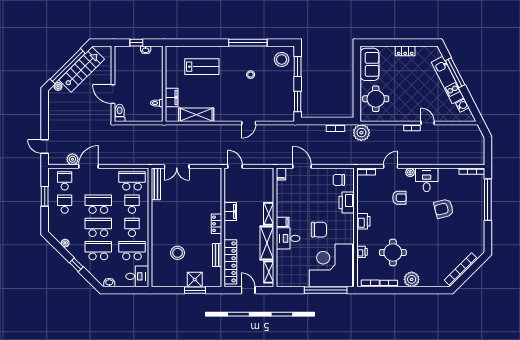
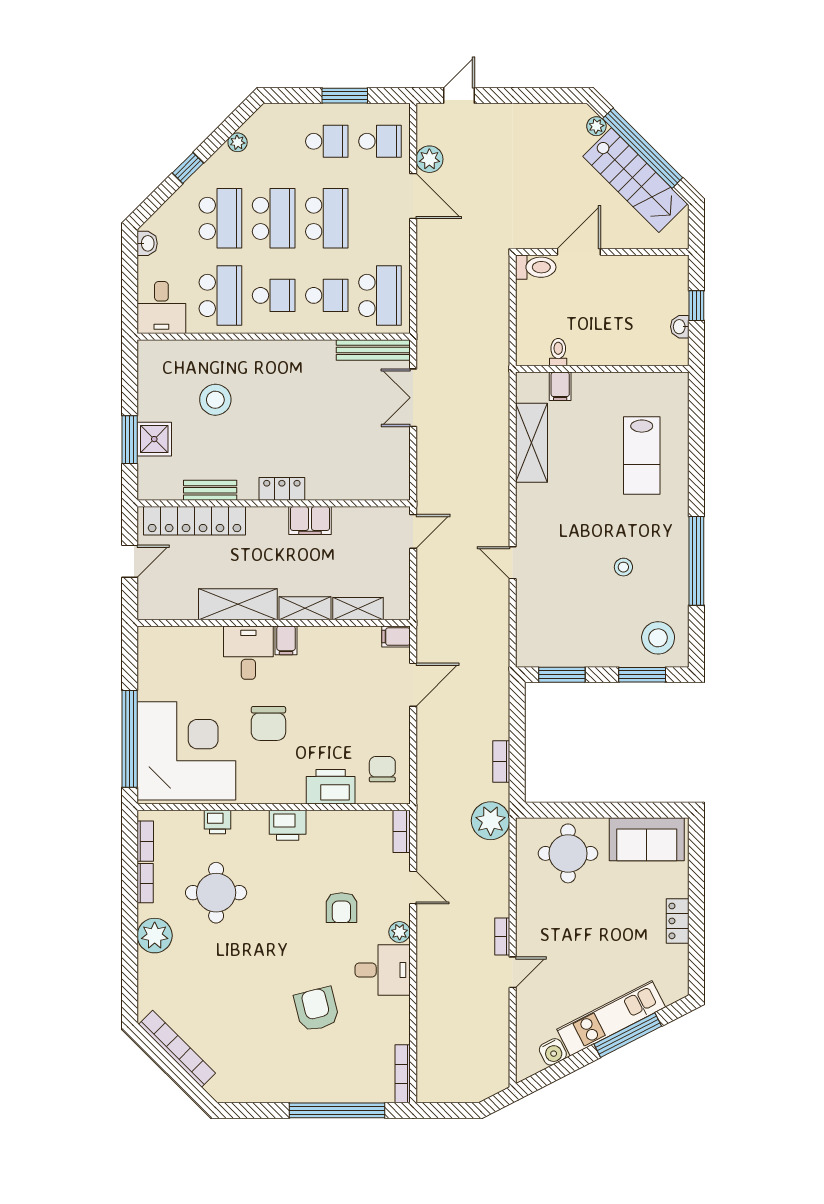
filing cabinet: (172, 97) -> (560, 386), width x0.50
shelving: (269, 272) -> (358, 609), moved

